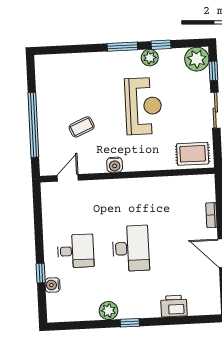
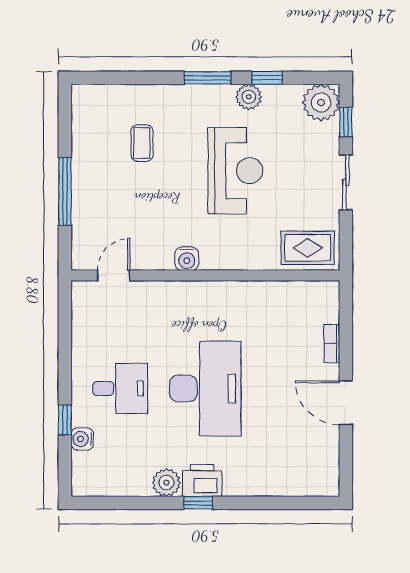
window: (33, 125) -> (65, 191), width x0.68
coffee table: (82, 127) -> (142, 143), moved, turned -67
desk: (131, 248) -> (205, 389), width x1.36, depth x1.30
printer: (174, 306) -> (202, 480), moved

